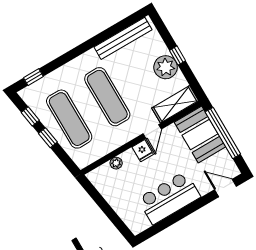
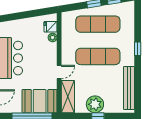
window: (33, 77) -> (138, 49), moved
door: (152, 131) -> (59, 72), swing flipped
fridge: (143, 151) -> (51, 27), moved

